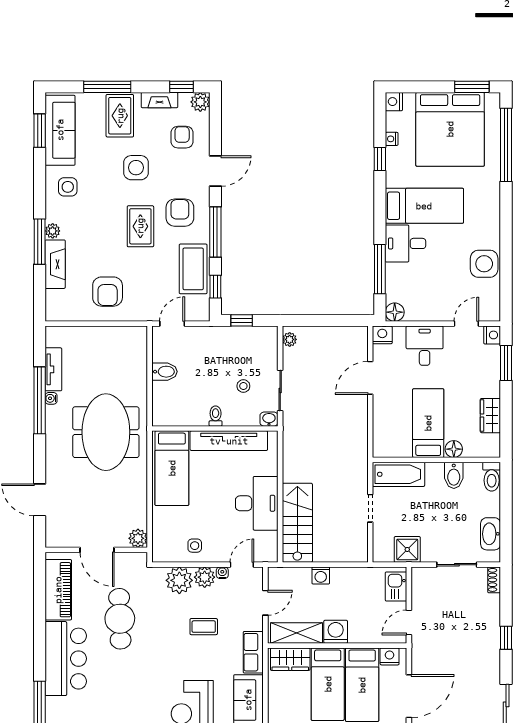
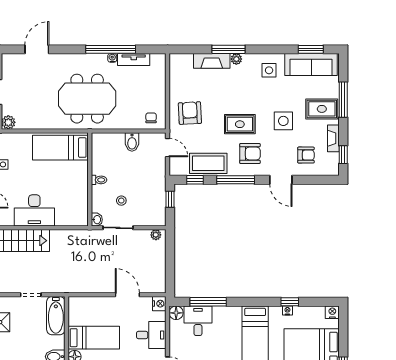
plant: (200, 102) -> (332, 169), removed
nightstand: (392, 139) -> (287, 311), moved
desk: (405, 243) -> (198, 321), moved
armchair: (108, 292) -> (190, 113), moved, turned 87
chair: (132, 346) -> (151, 118), added
tv unit: (229, 441) -> (81, 190), removed

